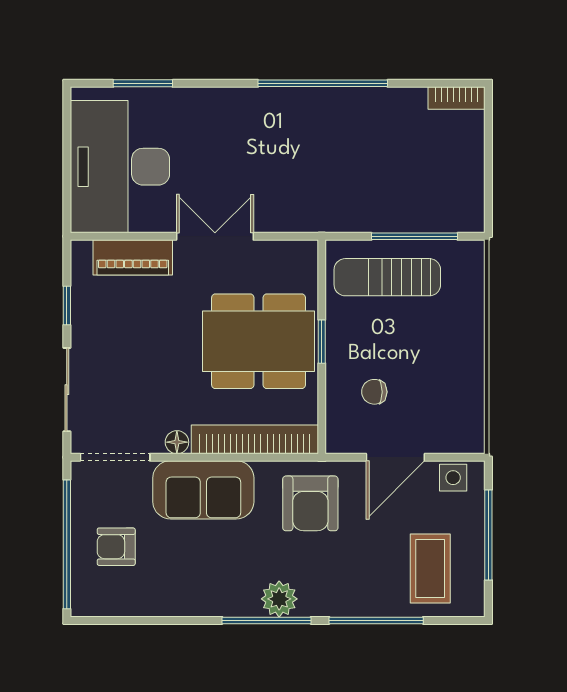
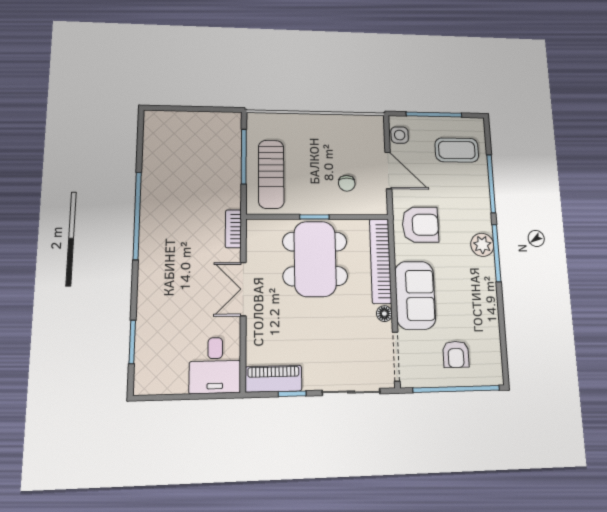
bookcase: (457, 98) -> (233, 229), moved, turned 180
desk: (120, 167) -> (215, 365), width x0.53, depth x0.77
piano: (133, 257) -> (273, 379), moved, turned -90

